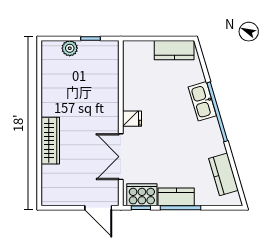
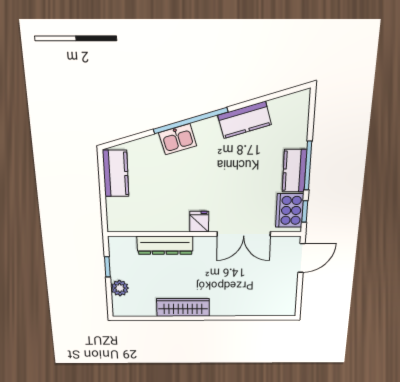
dresser: (110, 89) -> (165, 245), added
kitchen sink: (202, 101) -> (178, 139), width x0.73
wardrobe: (50, 141) -> (183, 307), moved
kitchen counter: (223, 174) -> (245, 120), moved

